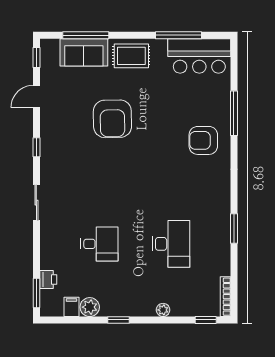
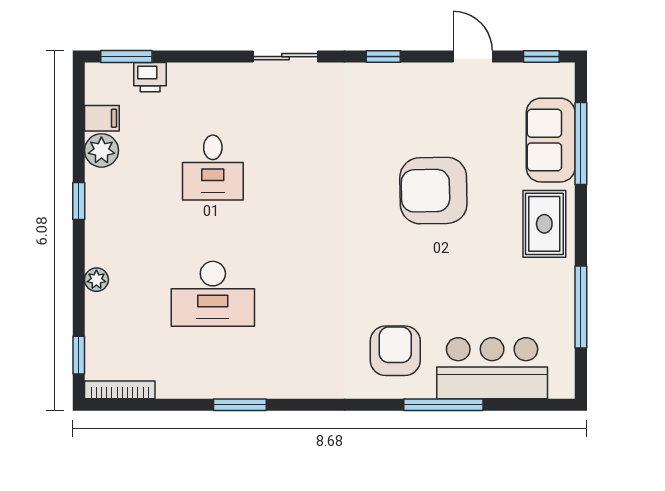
bar counter: (199, 56) -> (492, 368), moved, turned 90

